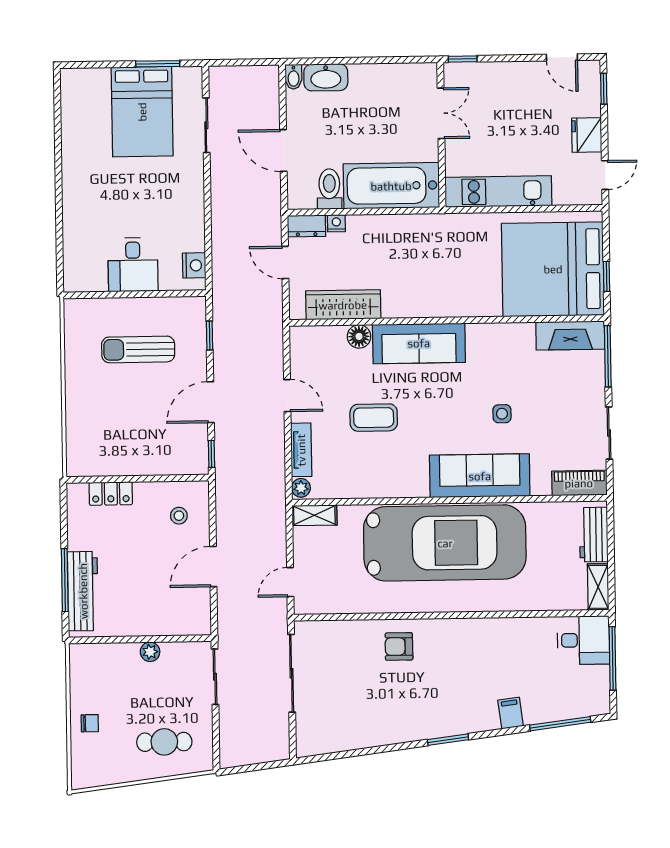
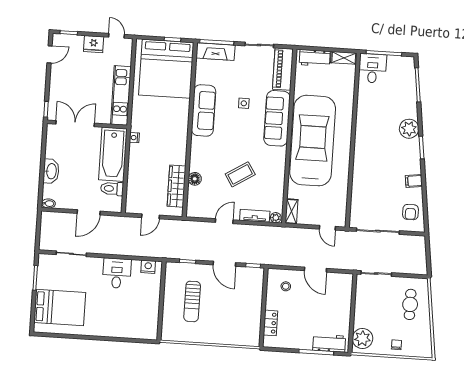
washbasin: (326, 77) -> (51, 171), moved
bed: (142, 112) -> (60, 308), moved
double door: (441, 113) -> (75, 124), width x1.37
nightstand: (336, 223) -> (134, 138), moved
dresser: (306, 226) -> (131, 203), removed
desk: (133, 265) -> (117, 273), moved, turned -90
fireplace: (570, 336) -> (216, 52), moved, turned 90
sofa: (419, 343) -> (204, 110), moved
coffee table: (374, 418) -> (240, 174), turned 58
piano: (579, 483) -> (283, 69), width x1.37, depth x1.33
workbench: (83, 591) -> (329, 343), width x0.73
armchair: (399, 646) -> (410, 212), moved
plant: (150, 652) -> (362, 338), moved, width x1.88, depth x1.88
filing cabinet: (511, 713) -> (414, 181), moved
plant: (480, 715) -> (409, 129), added

